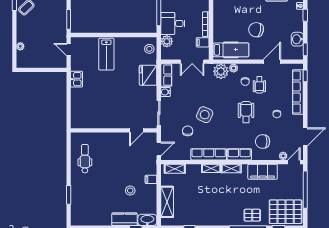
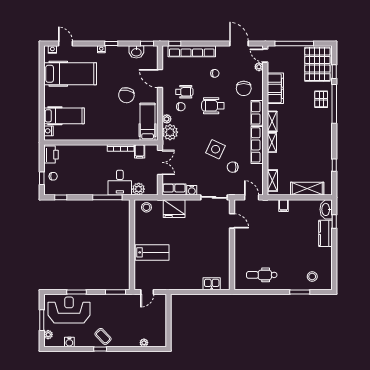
kitchen sink: (77, 79) -> (212, 284), moved
stool: (130, 191) -> (312, 277), moved

